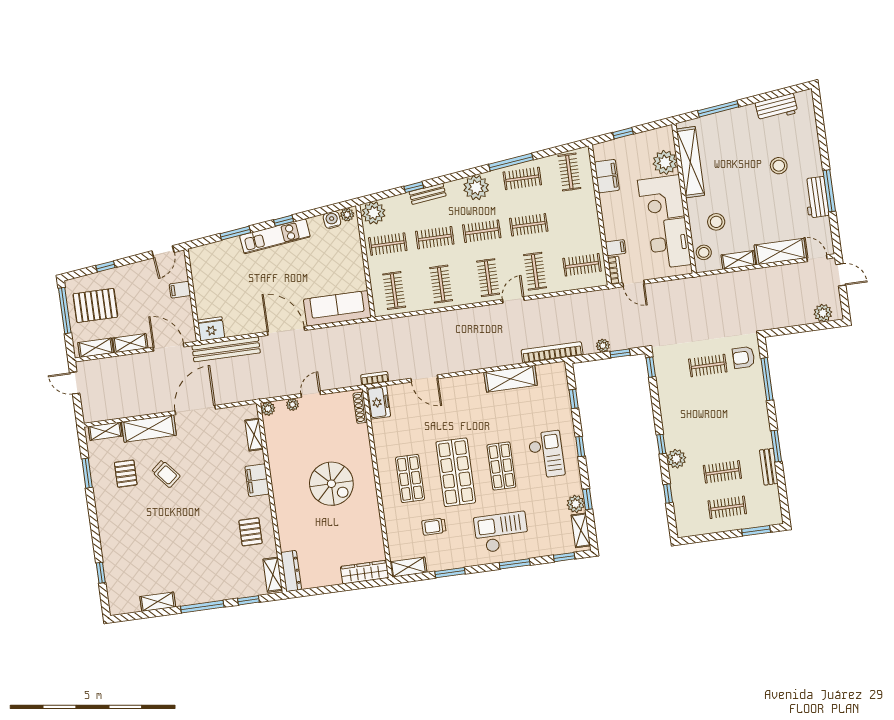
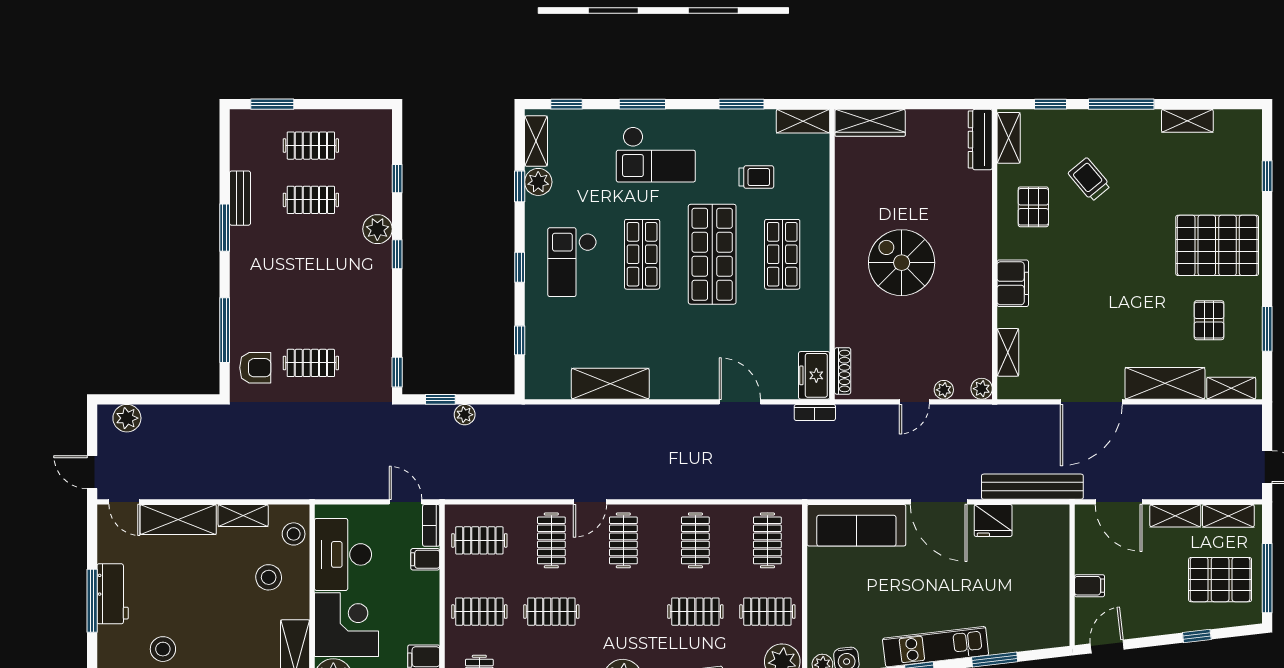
clothes rail: (482, 231) -> (479, 612), moved
fridge: (211, 329) -> (993, 520), moved
bookcase: (552, 352) -> (543, 415), removed
trolley: (166, 474) -> (1089, 180), moved
pallet: (127, 523) -> (1217, 245), added

